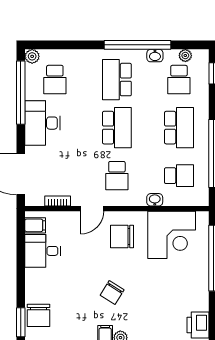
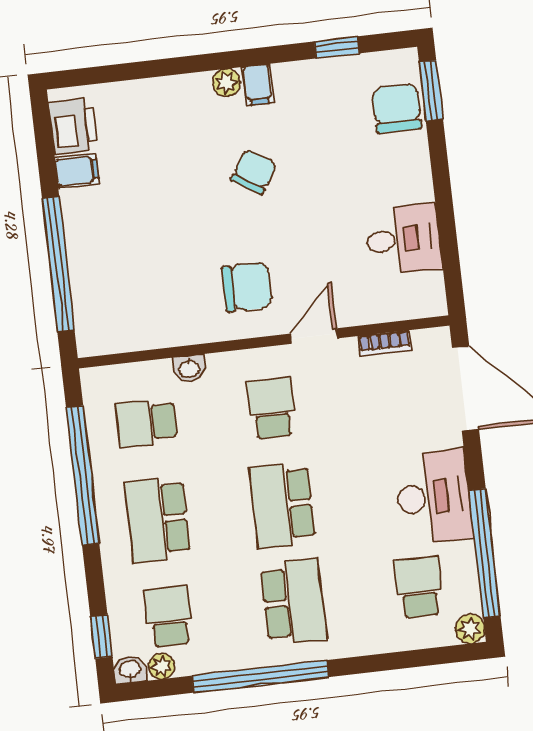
washbasin: (155, 56) -> (130, 670), moved
filing cabinet: (35, 225) -> (77, 171), moved, turned 180
corner desk: (172, 235) -> (147, 302), removed

